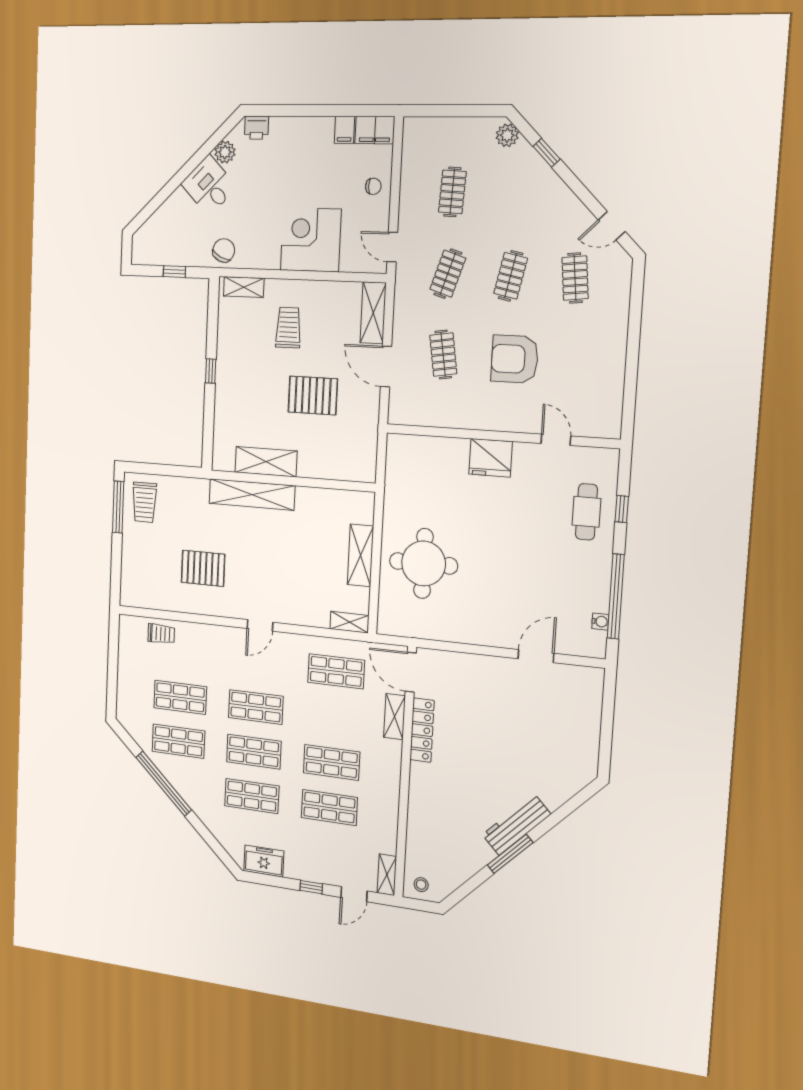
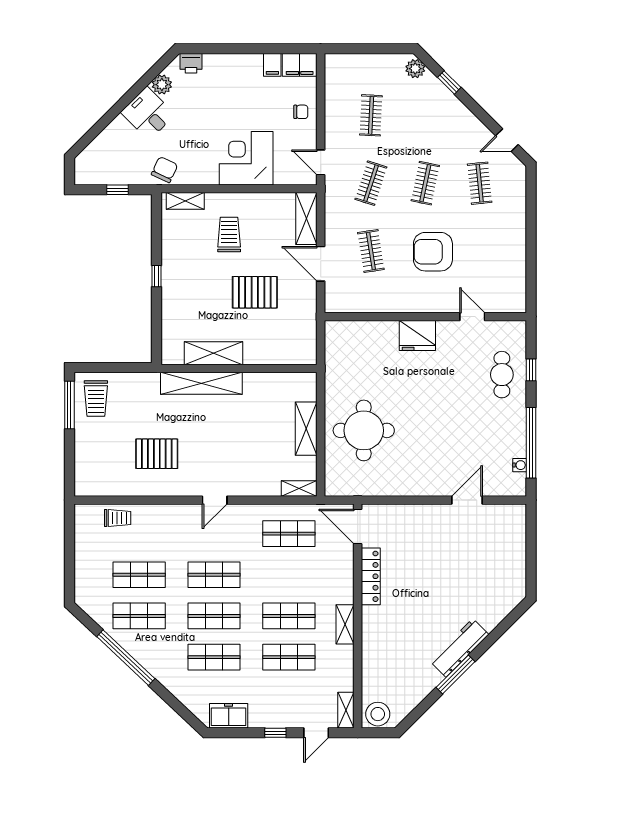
shelving: (395, 717) -> (345, 624), moved
stool: (421, 885) -> (378, 714), width x1.89, depth x1.89

